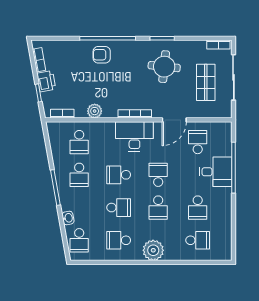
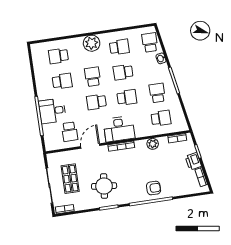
school desk: (79, 142) -> (161, 118), turned 90
school desk: (158, 175) -> (96, 102), turned 90
school desk: (198, 208) -> (62, 81), turned 90

